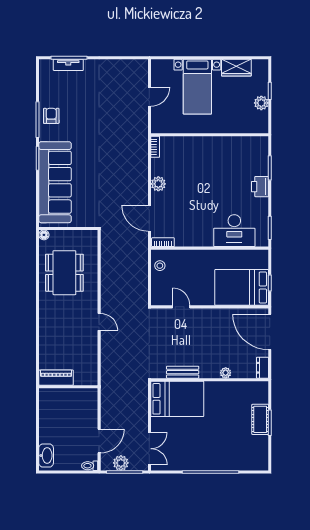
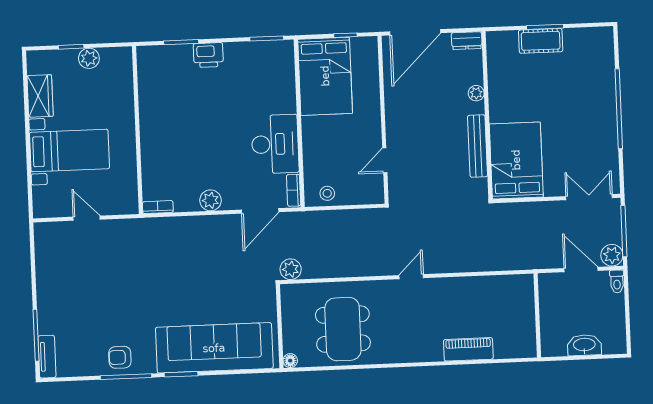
tv unit: (68, 65) -> (47, 357), moved
desk: (234, 231) -> (275, 144), moved
plant: (108, 238) -> (291, 269), added
dining table: (64, 273) -> (343, 329), turned 90
bed: (242, 287) -> (325, 76), moved
bench: (183, 372) -> (478, 146), width x1.36
piano: (56, 378) -> (468, 349), moved, turned 90
wall: (68, 387) -> (537, 315), moved
washbasin: (46, 456) -> (584, 345), moved
plant: (121, 463) -> (612, 255), moved

